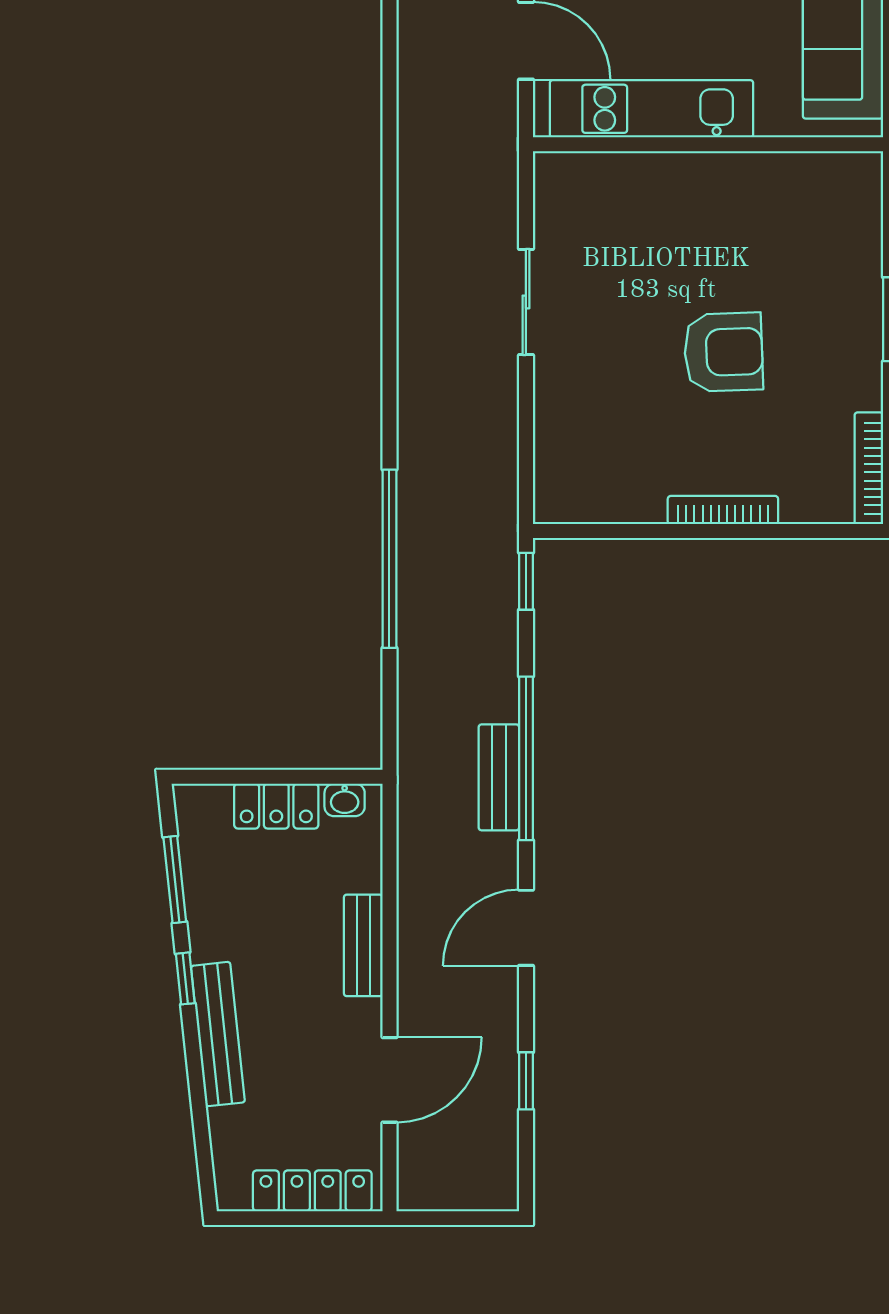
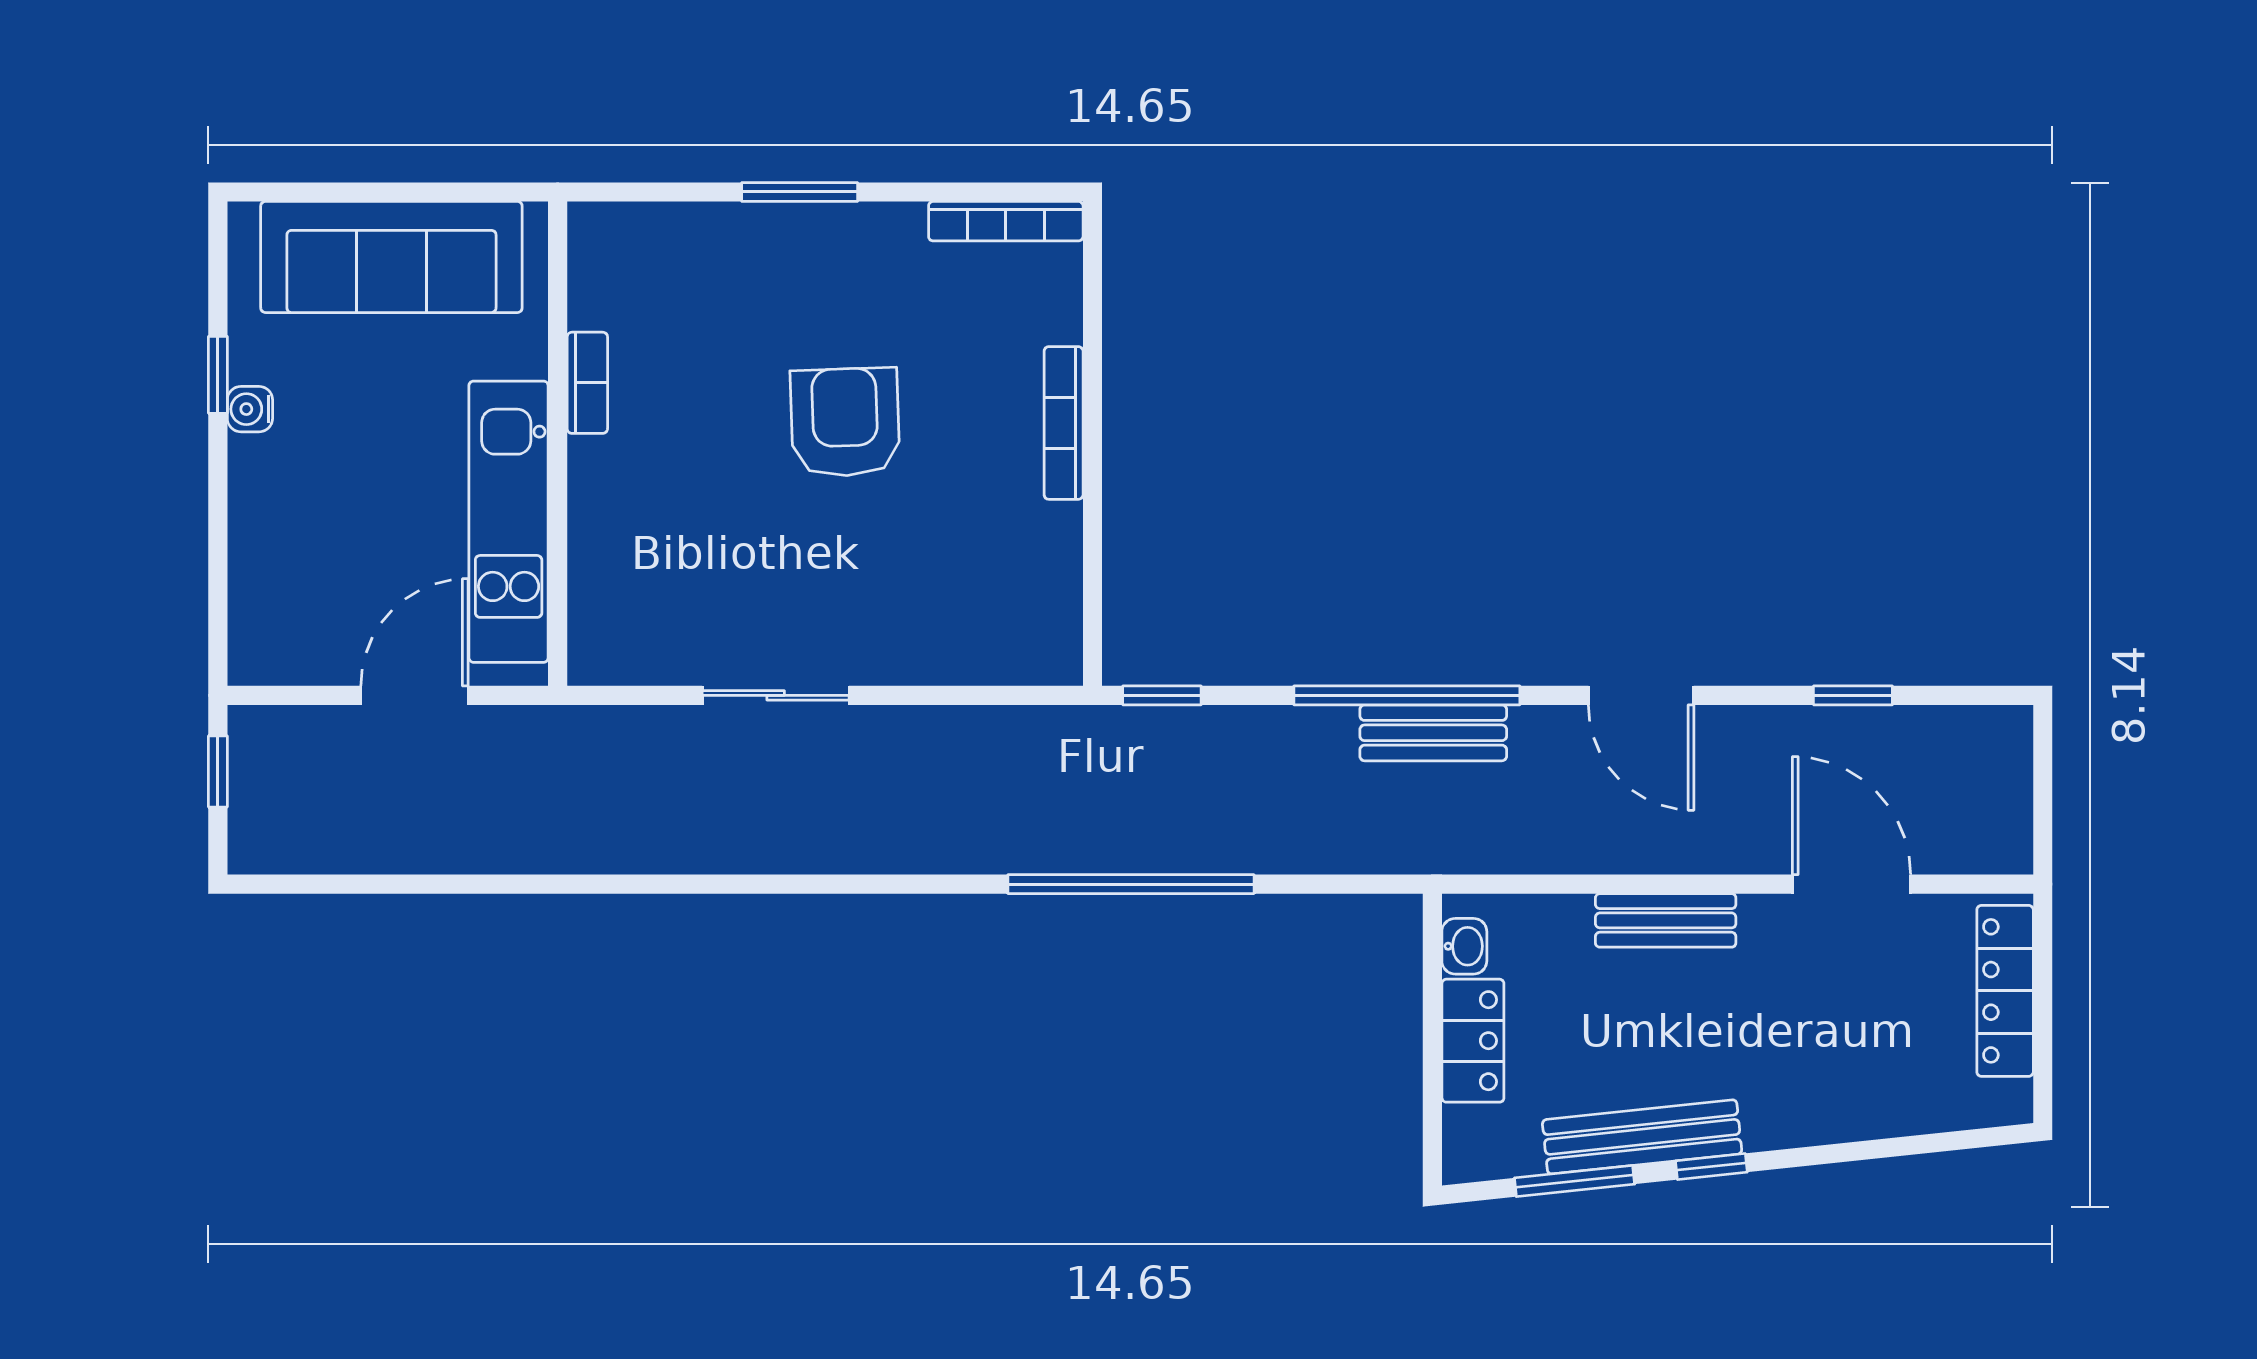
bookcase: (752, 166) -> (587, 383), added
bench: (218, 1034) -> (1642, 1137), moved

